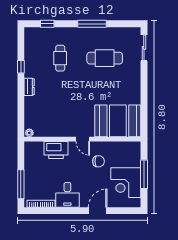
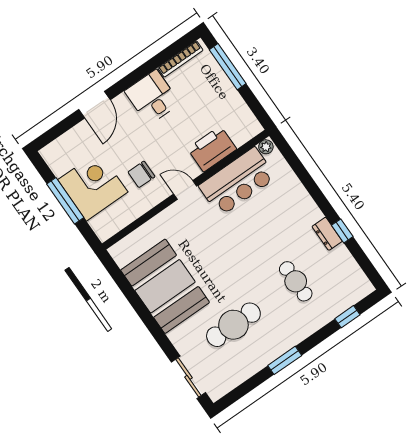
window: (92, 24) -> (285, 360), width x0.69
dresser: (29, 87) -> (327, 234), moved
booth: (118, 121) -> (165, 286), moved, turned 90
bar counter: (55, 126) -> (237, 182), added
corner desk: (126, 183) -> (93, 186), moved

